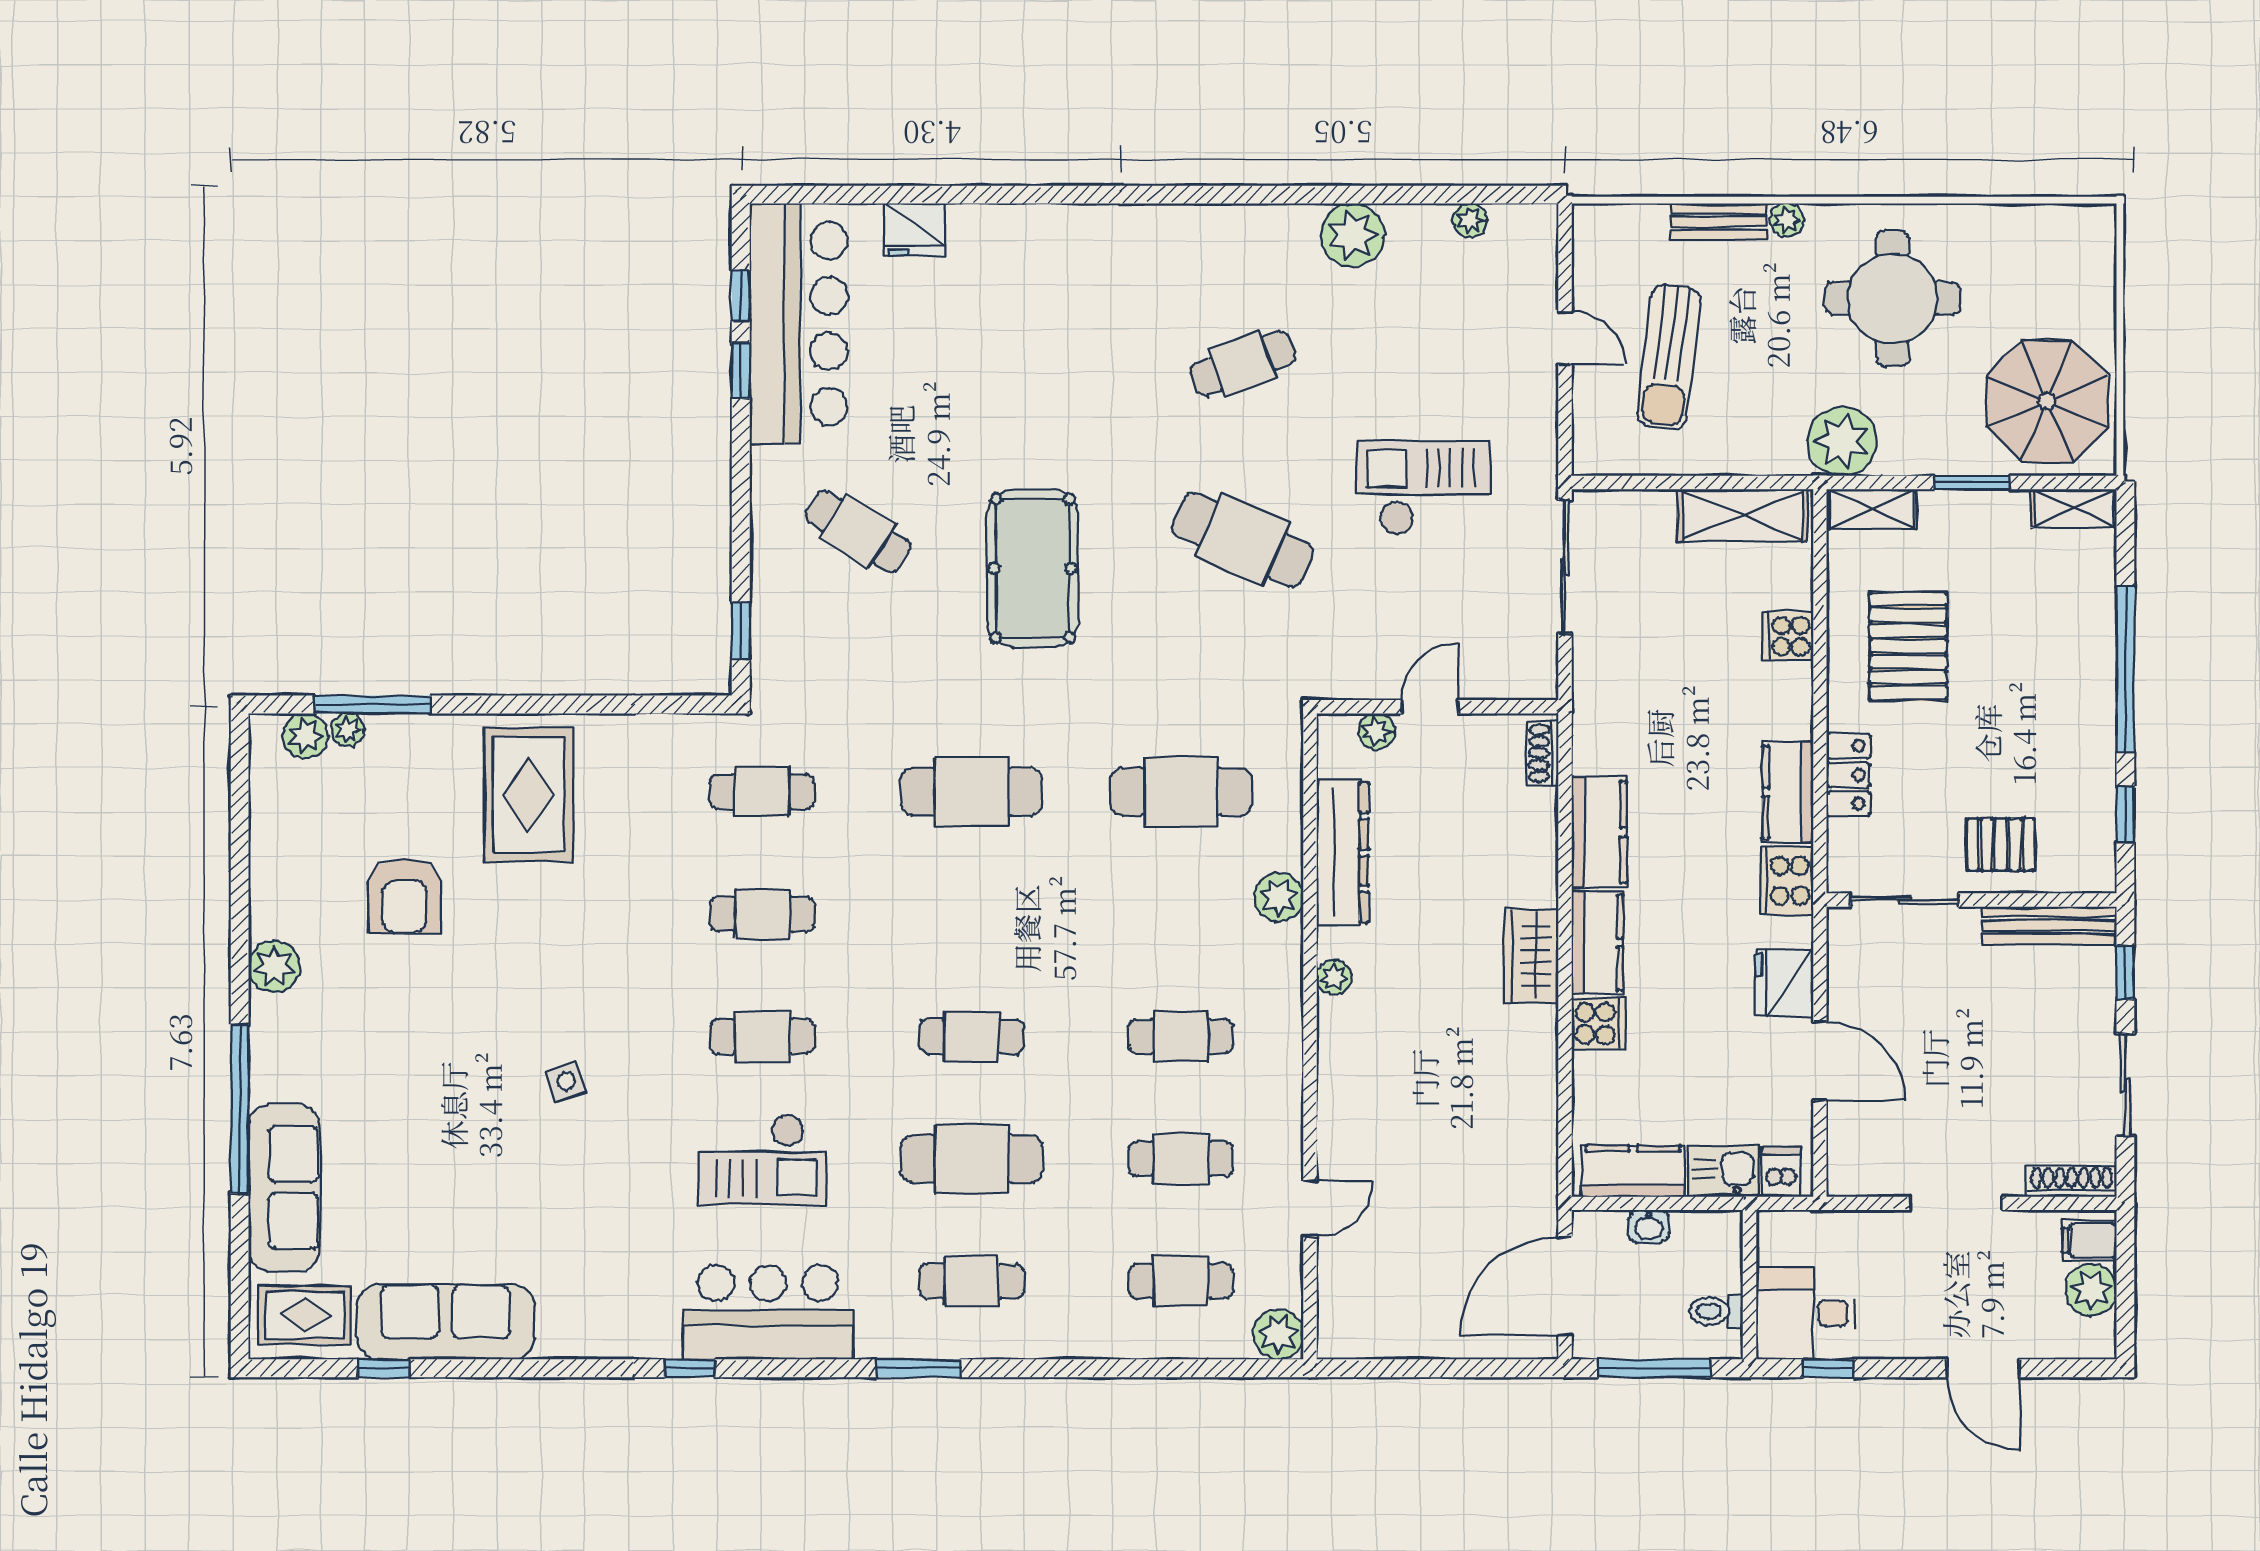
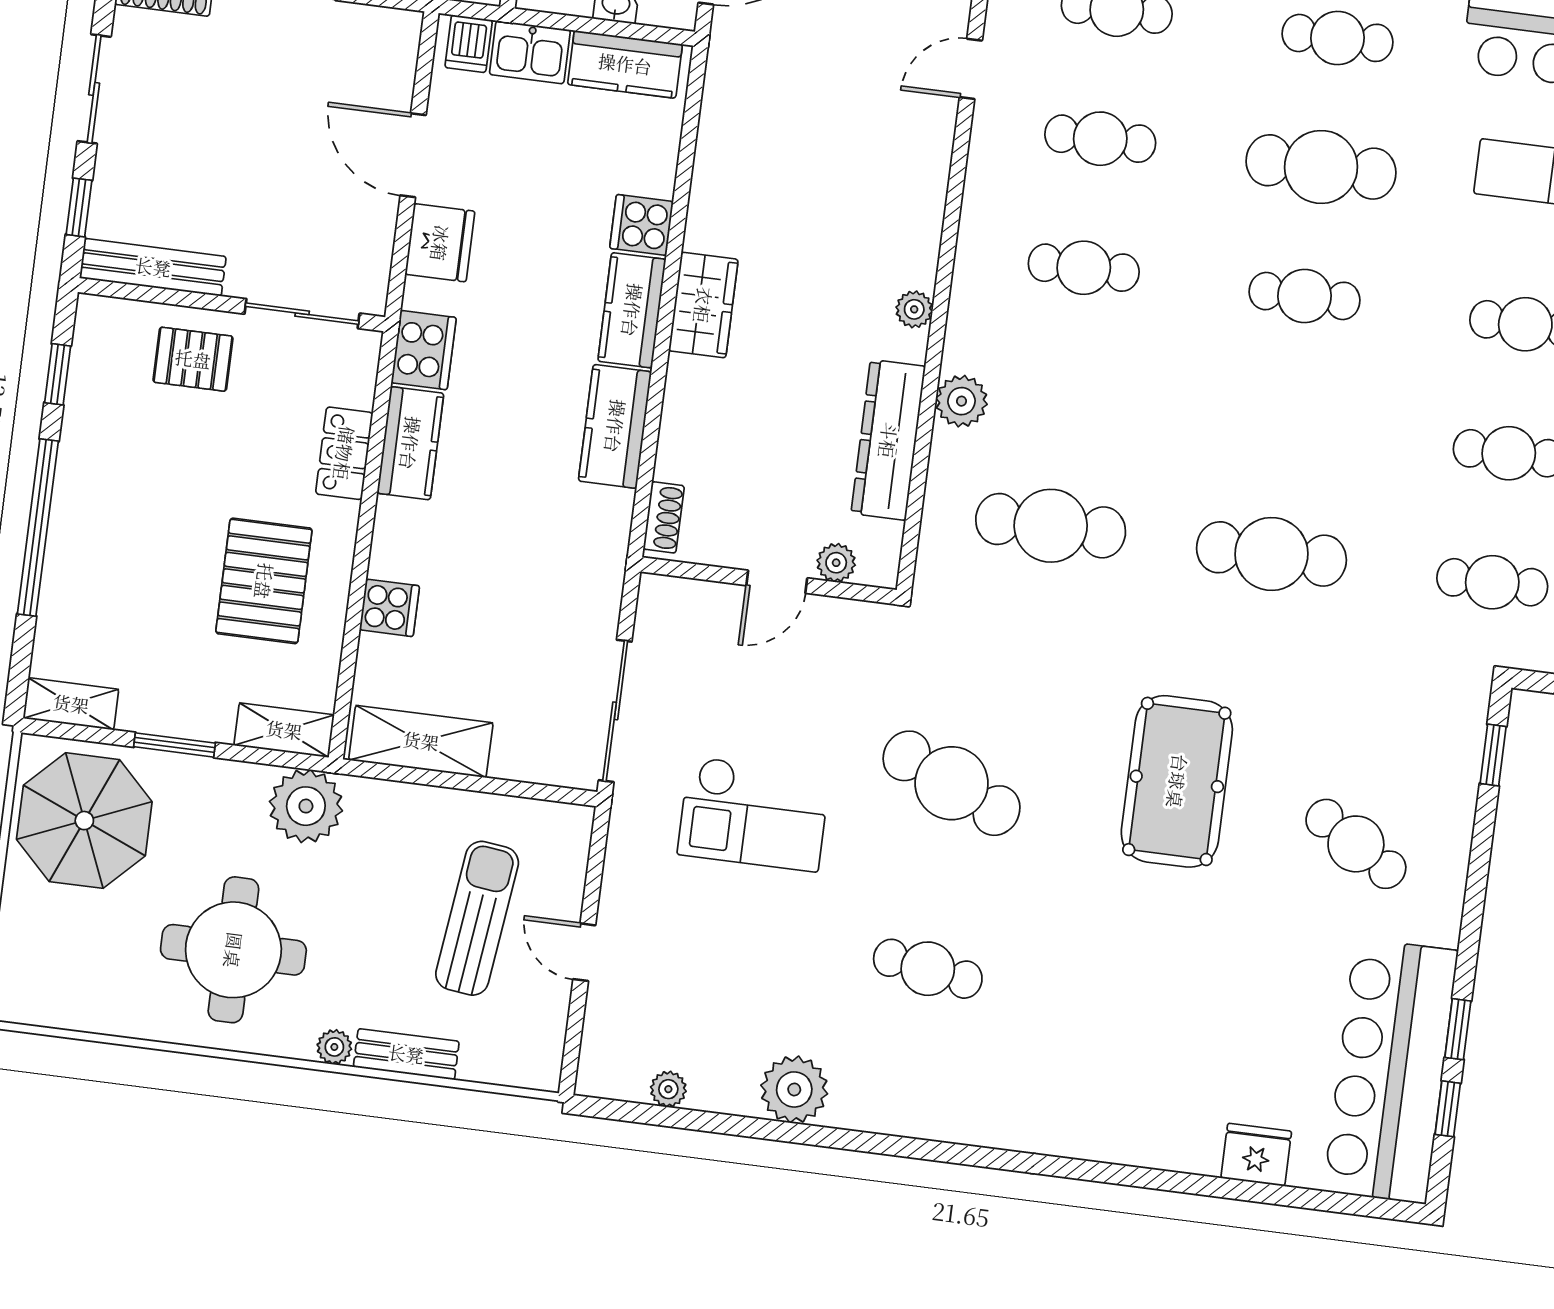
cafe table: (1243, 364) -> (928, 969), turned 30

